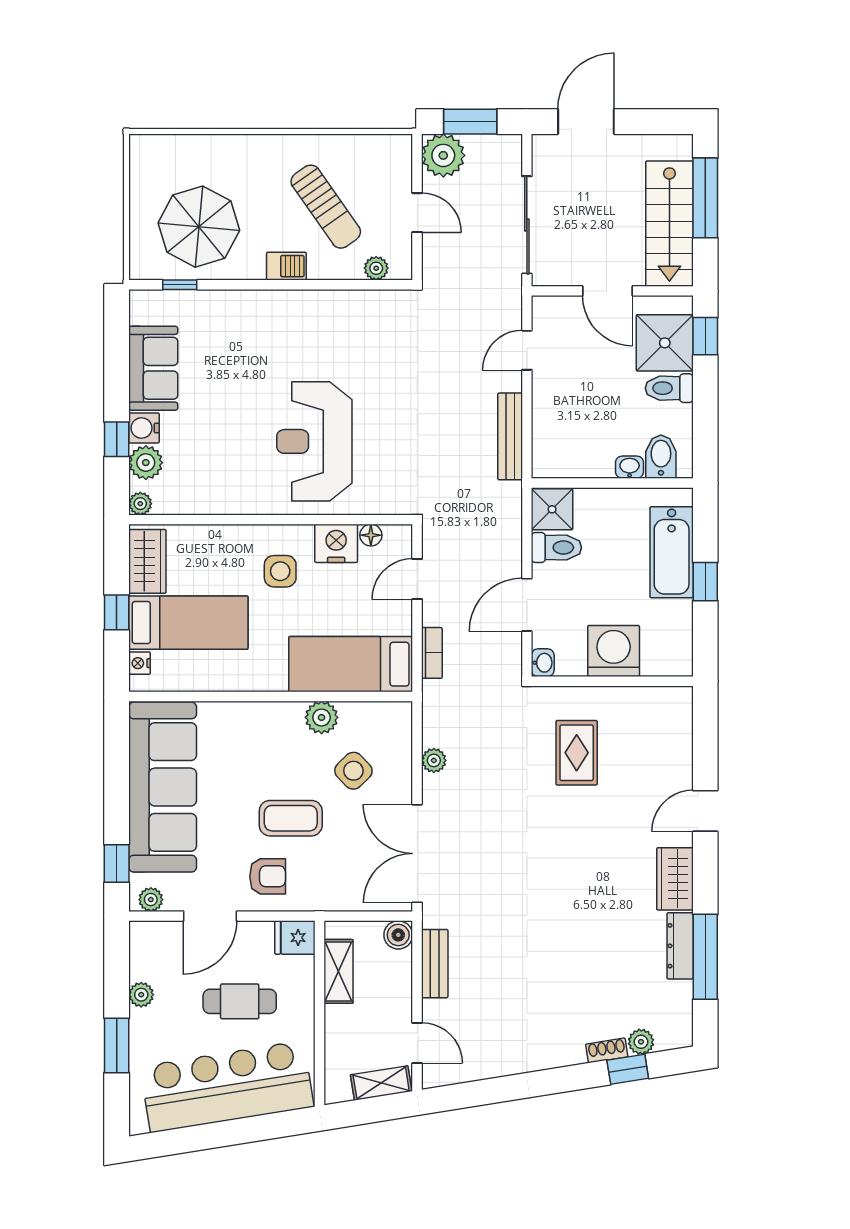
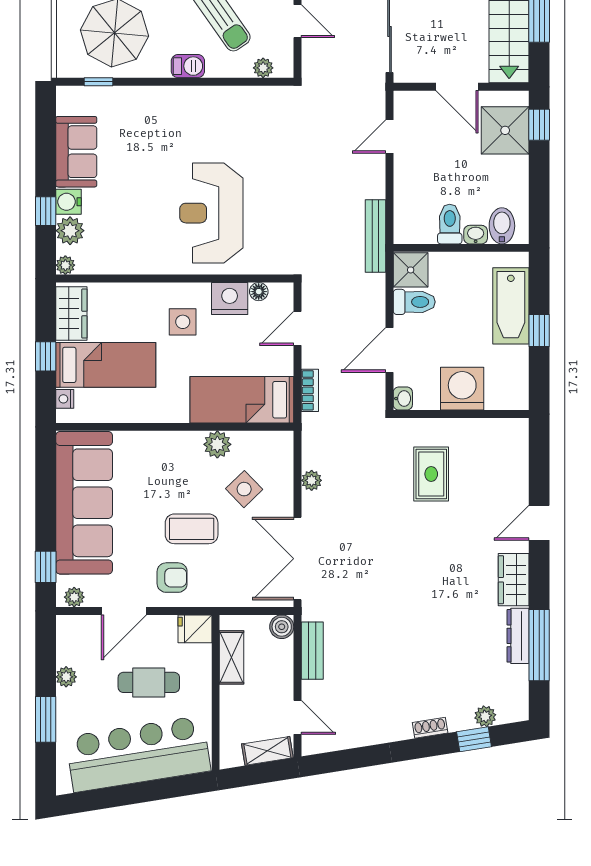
toilet: (669, 388) -> (450, 224), moved, turned 90
bench: (510, 436) -> (375, 236), moved
shoe rack: (607, 1050) -> (430, 728), moved

